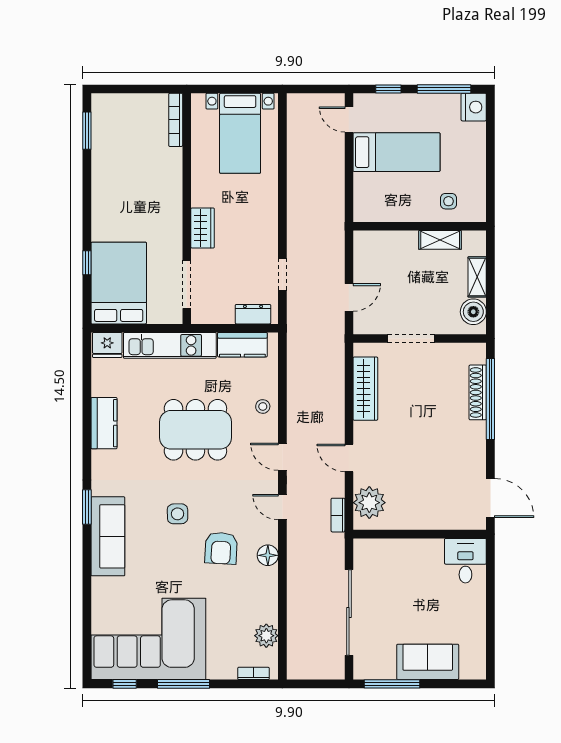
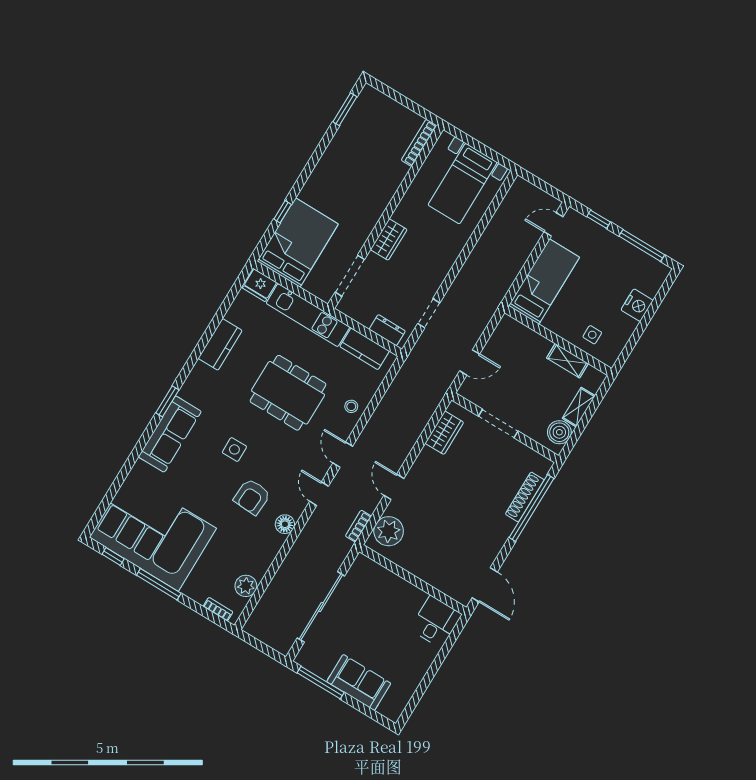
nightstand: (474, 107) -> (637, 305), moved
door: (349, 119) -> (554, 224), hinge flipped
bed: (396, 152) -> (544, 281), moved, turned -90
wardrobe: (365, 389) -> (444, 433), width x0.67

